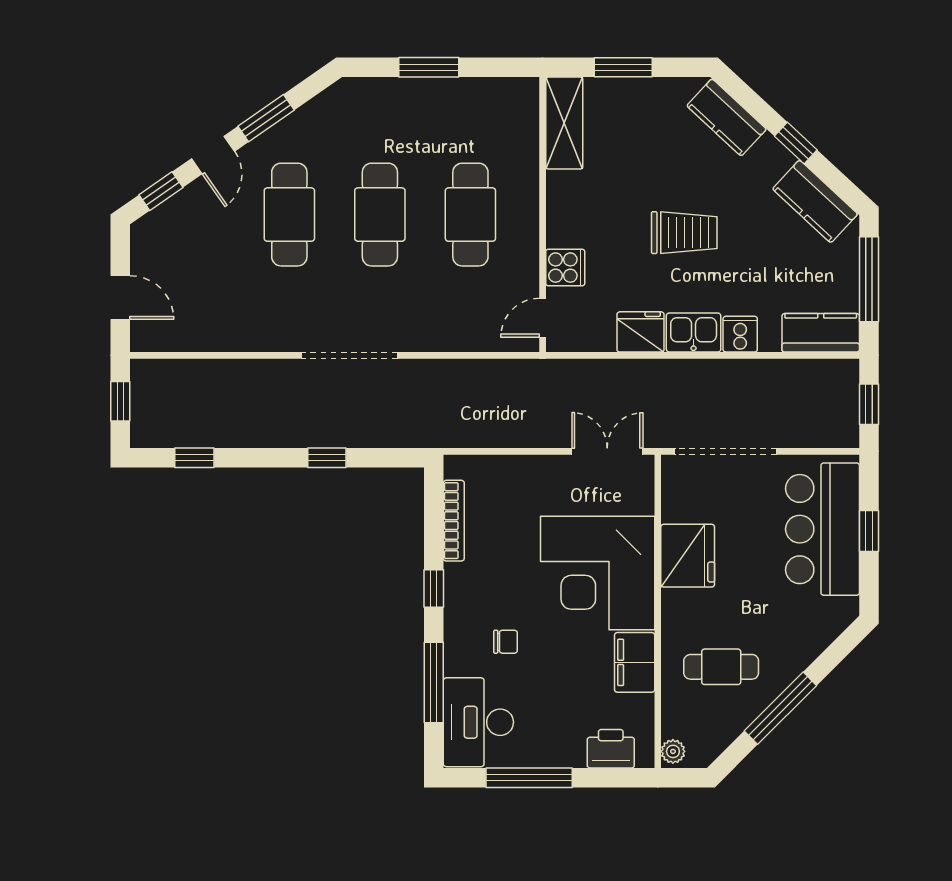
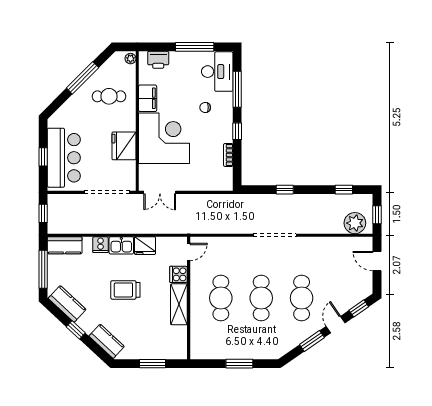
shelving: (564, 123) -> (179, 304), moved
plant: (170, 383) -> (355, 223), added
bookcase: (454, 521) -> (228, 155), width x0.64

